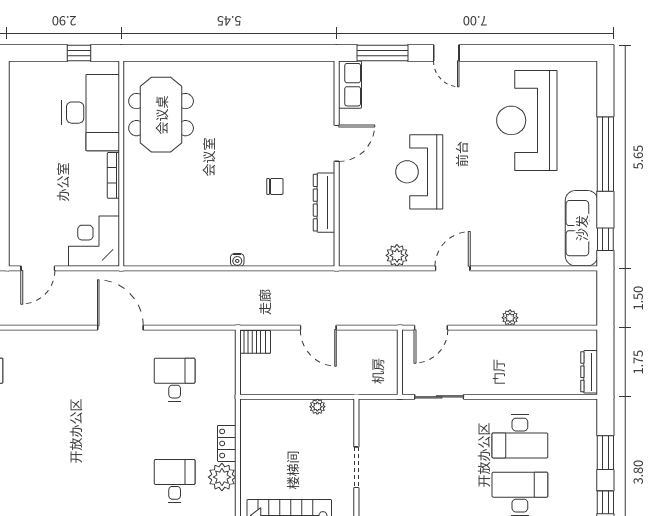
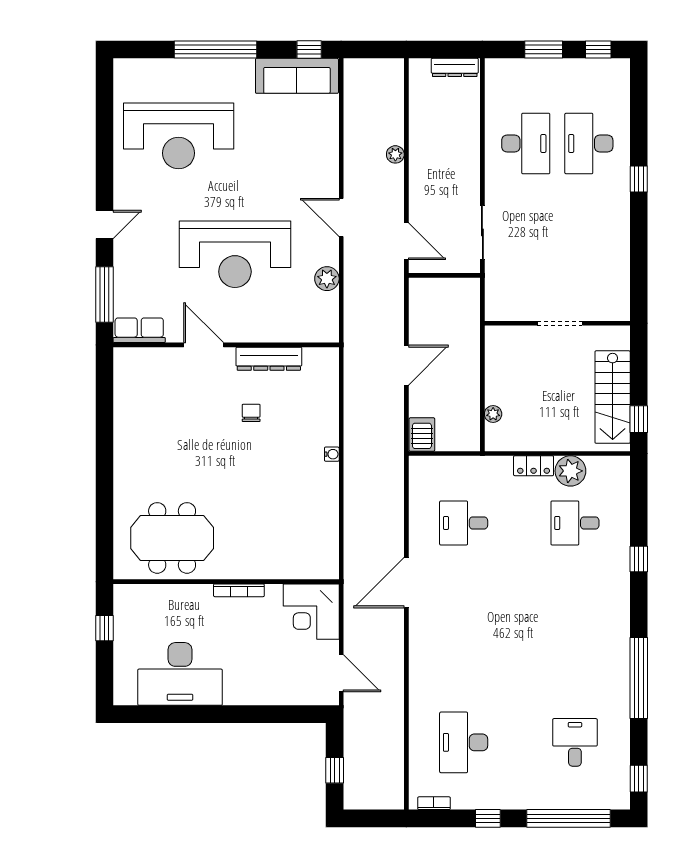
desk: (91, 113) -> (180, 674), moved, turned 180
reception desk: (419, 172) -> (235, 254), width x1.36, depth x1.30
plant: (317, 407) -> (493, 414), moved

